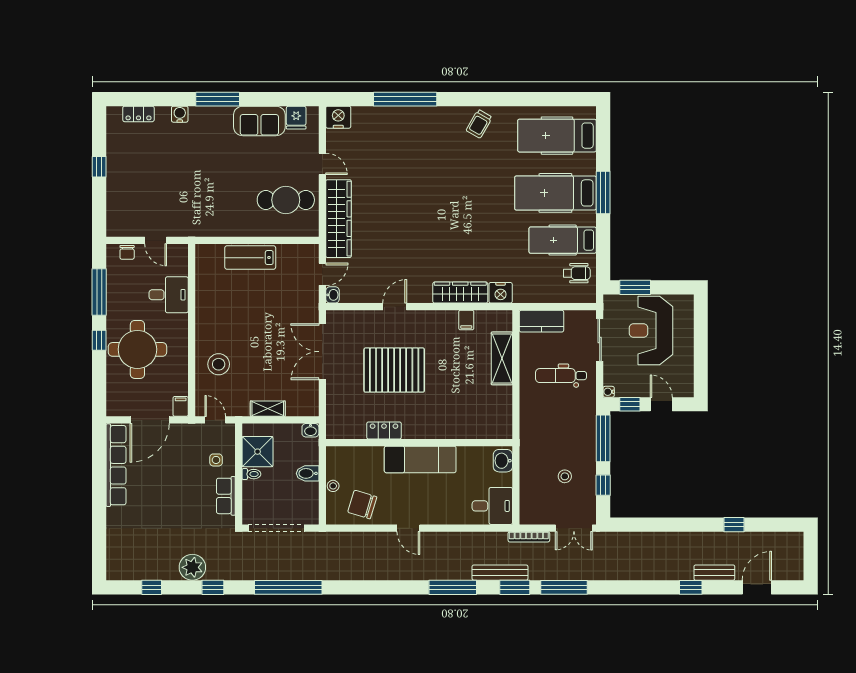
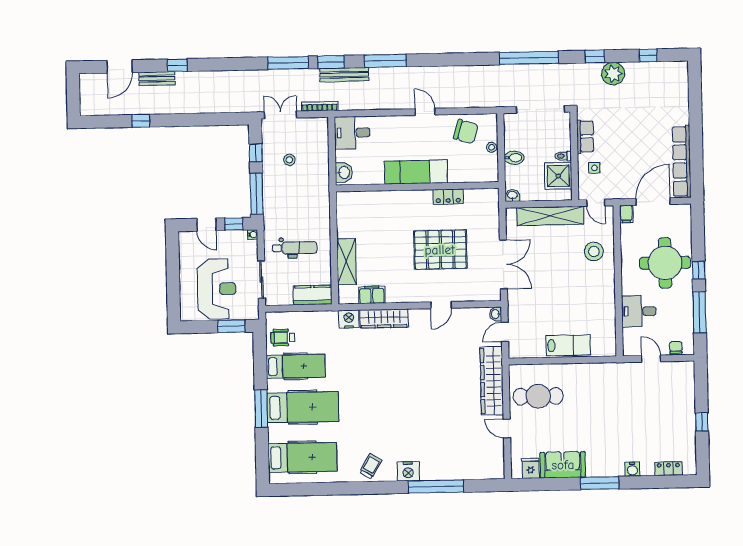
nightstand: (338, 117) -> (408, 471), moved
filing cabinet: (466, 320) -> (372, 295), width x2.00
shelving: (268, 409) -> (550, 216), width x2.20, depth x1.33

